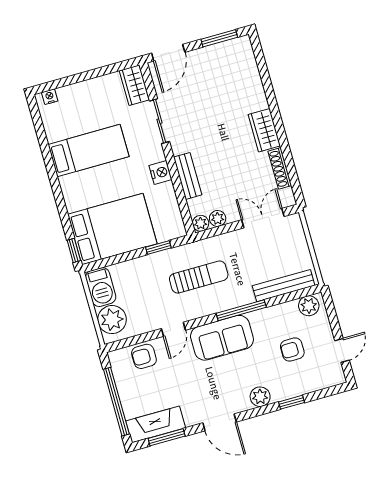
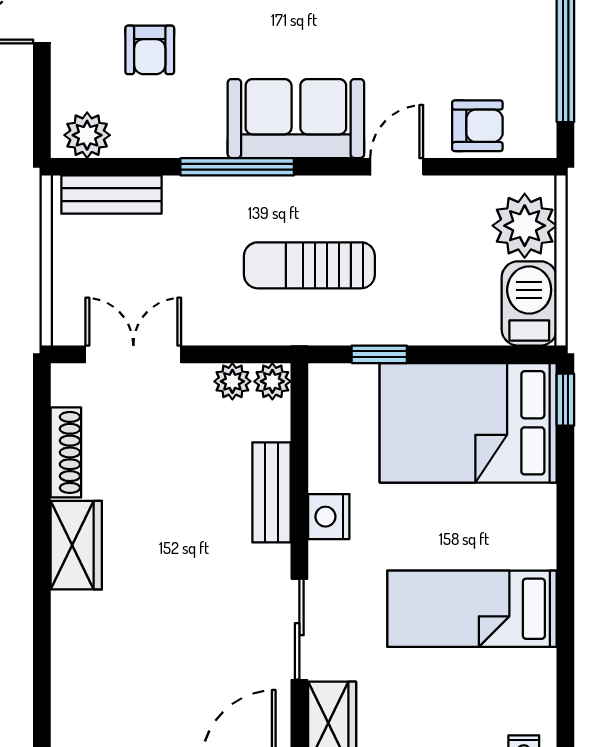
double door: (263, 218) -> (133, 354), swing flipped
bench: (284, 286) -> (111, 195), width x0.73
armchair: (292, 349) -> (150, 50), turned 90

